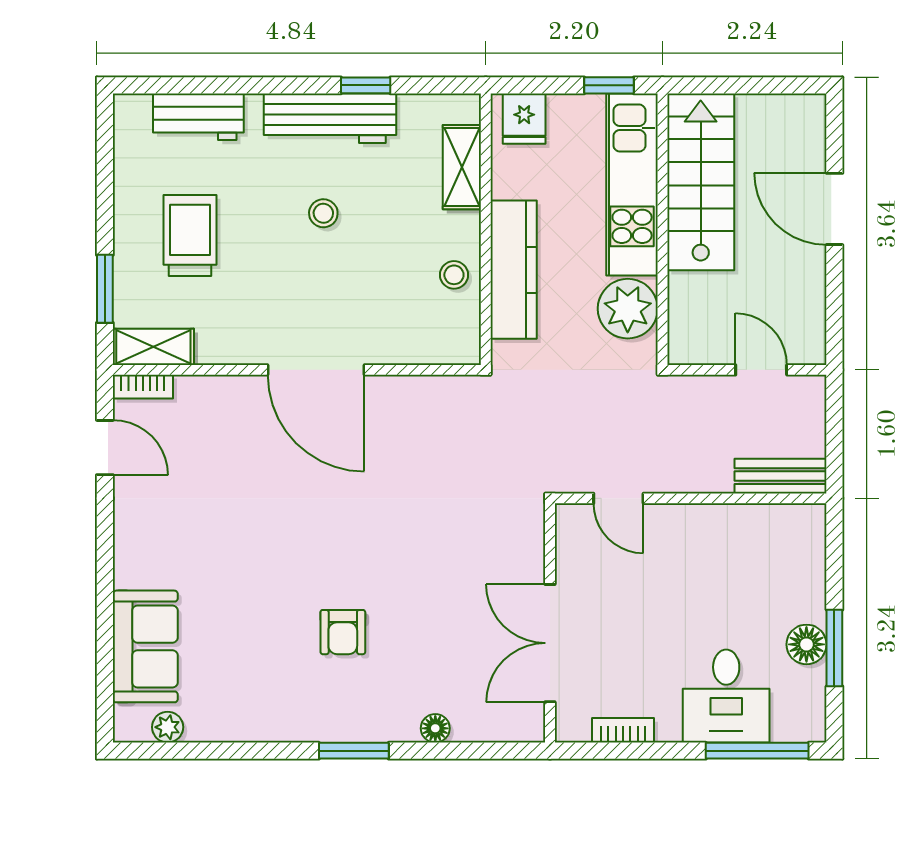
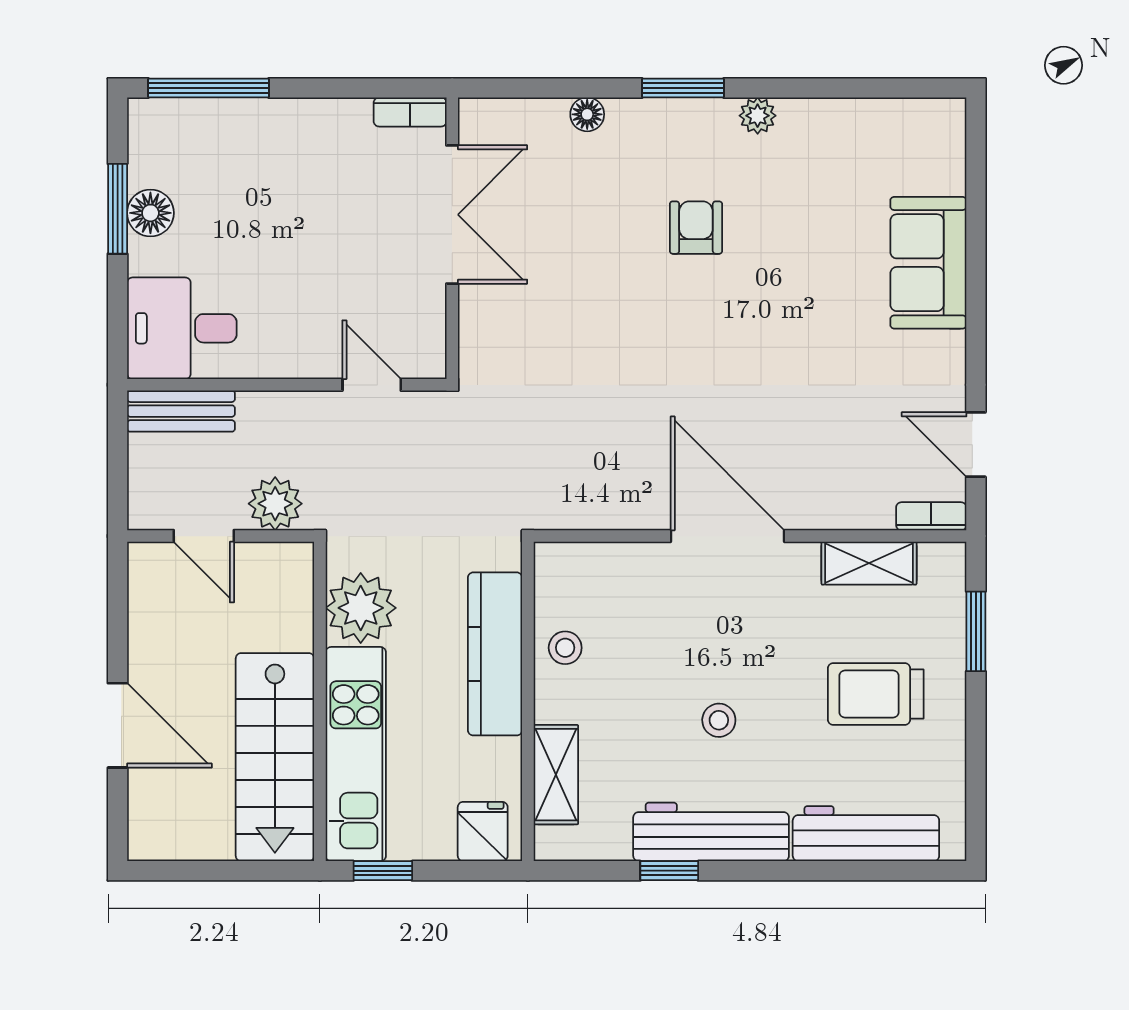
workbench: (198, 117) -> (866, 834), width x1.38
trolley: (190, 236) -> (876, 694), turned 90
shelving: (153, 347) -> (869, 563), moved
plant: (700, 397) -> (275, 504), added
sofa: (145, 646) -> (928, 263), moved
desk: (726, 696) -> (182, 328), moved, turned -90
plant: (168, 727) -> (758, 116), moved
bookcase: (623, 730) -> (410, 112), moved

